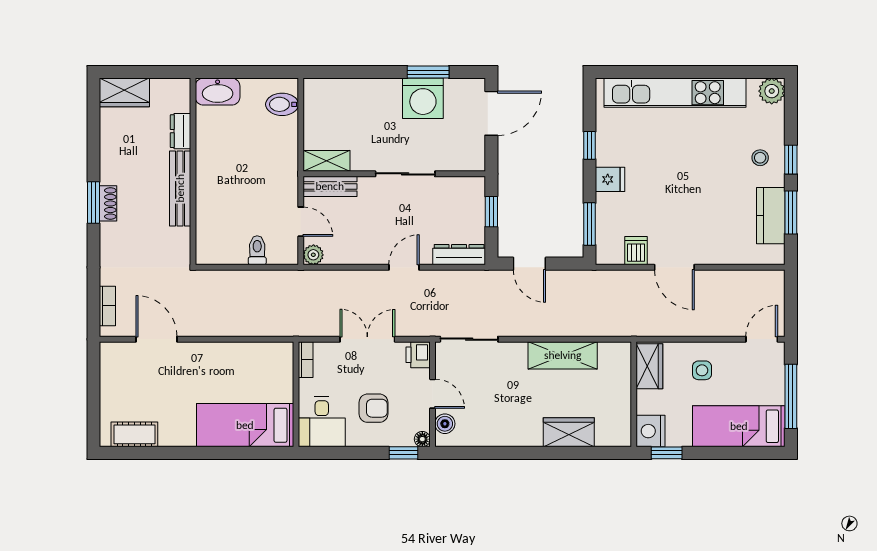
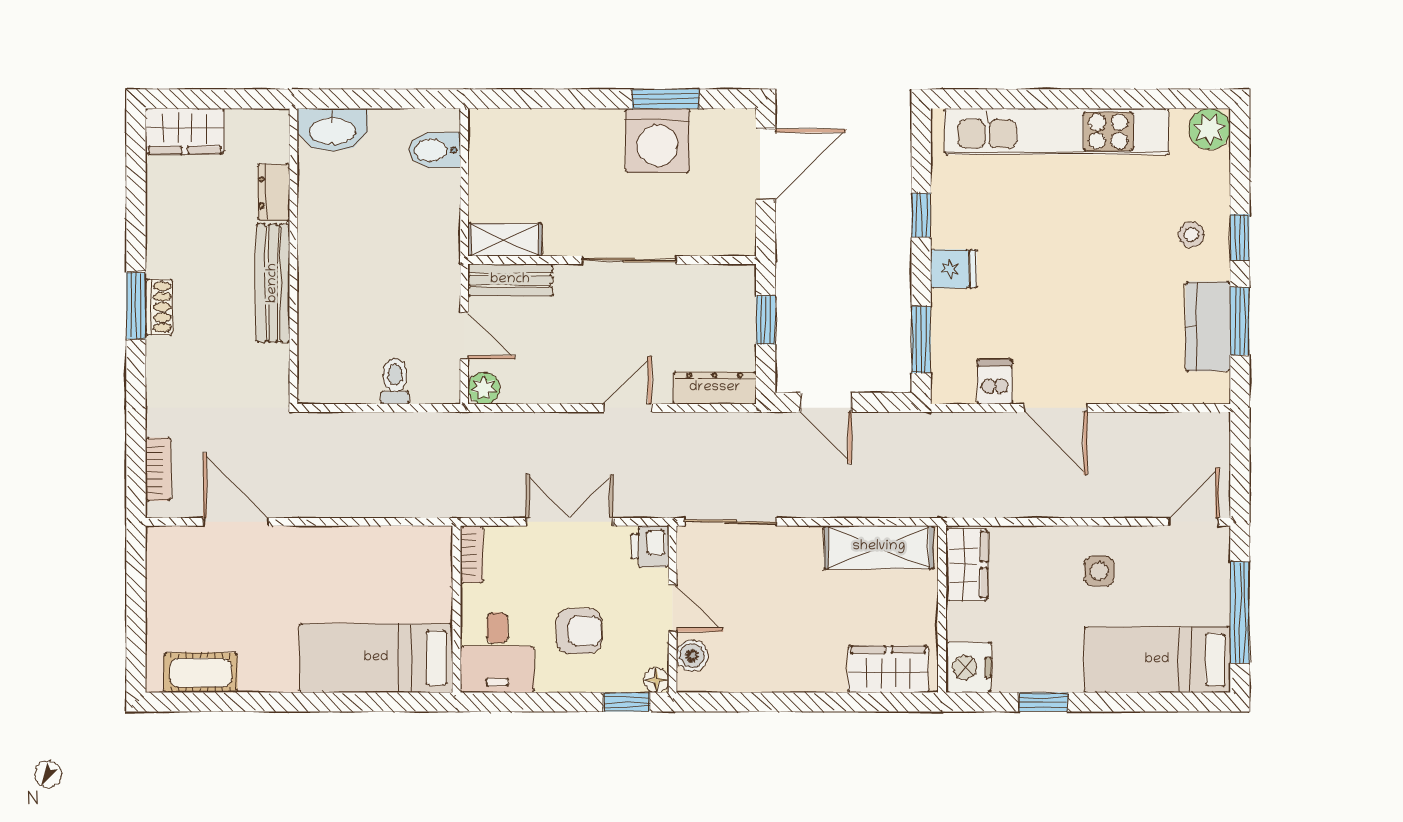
wardrobe: (649, 366) -> (967, 565), moved
wall: (634, 394) -> (942, 609), moved
nightstand: (651, 431) -> (968, 667), moved

